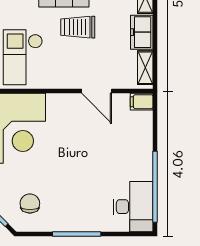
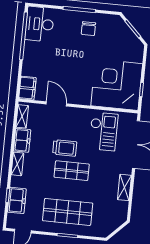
filing cabinet: (142, 102) -> (27, 88), width x2.00
chair: (30, 203) -> (88, 29), moved

